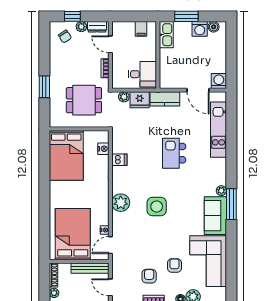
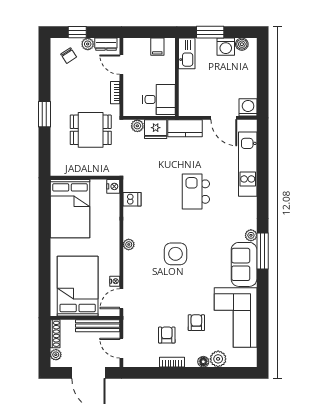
wall: (79, 129) -> (85, 178), moved
bed: (66, 155) -> (70, 209), moved
plant: (121, 203) -> (129, 244), width x0.53, depth x0.53

